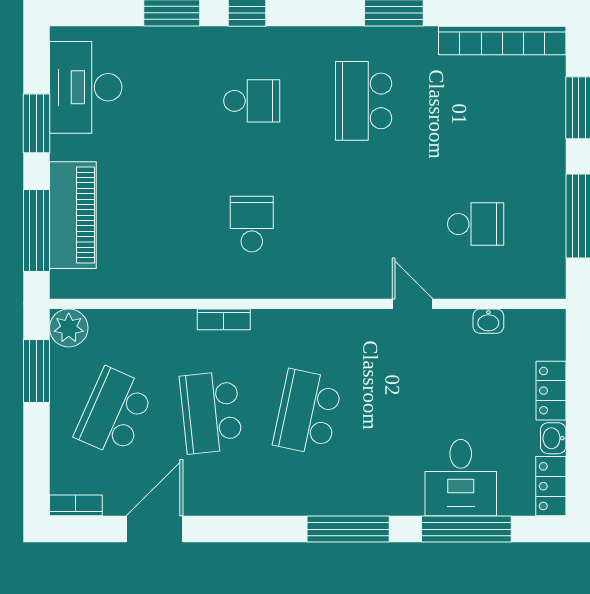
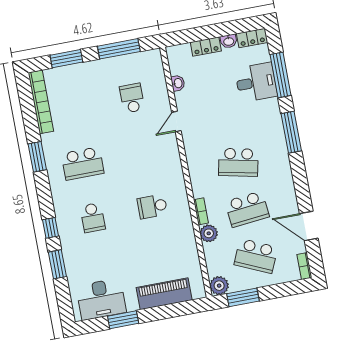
school desk: (252, 101) -> (93, 218), turned 180
window: (36, 231) -> (175, 310), removed
plant: (177, 327) -> (209, 233), added

